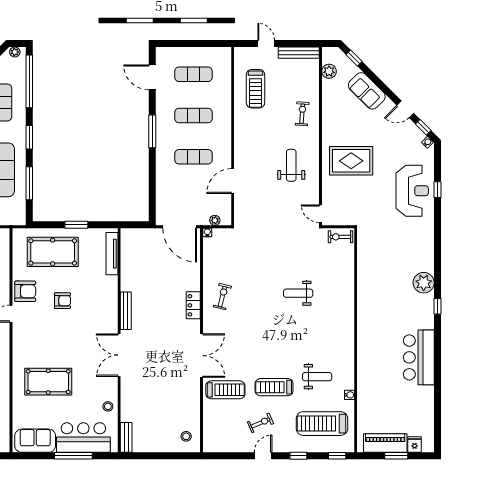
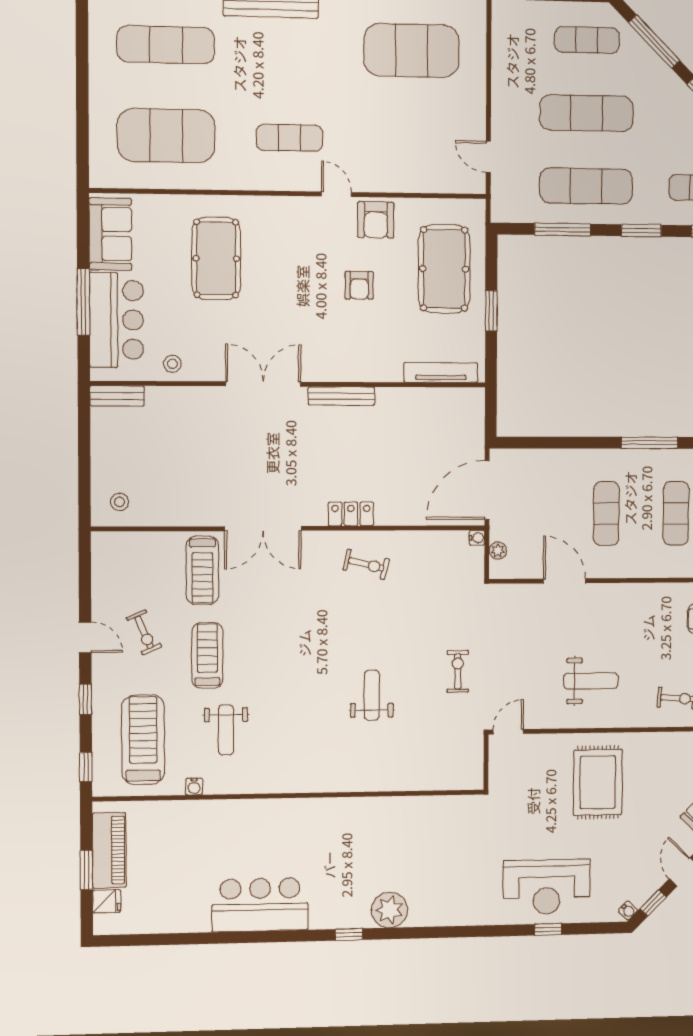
exercise bike: (340, 237) -> (458, 671), moved

